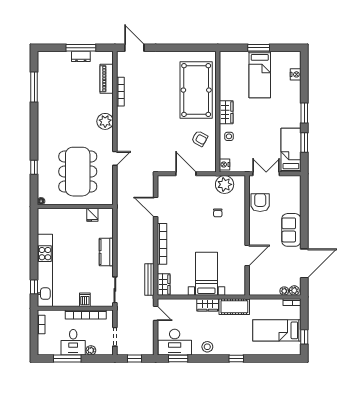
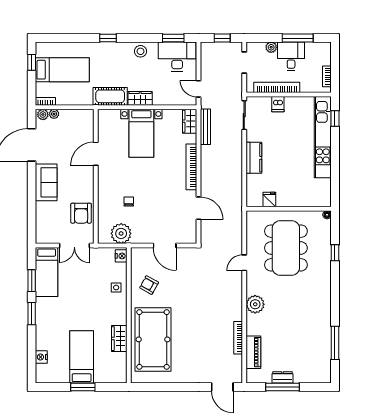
wardrobe: (226, 112) -> (119, 339), moved

